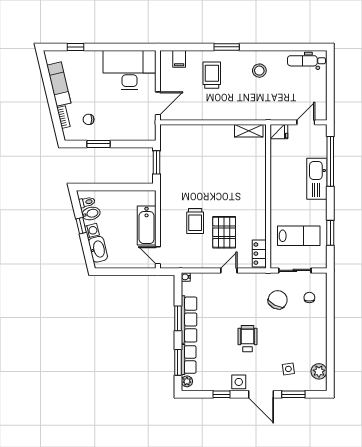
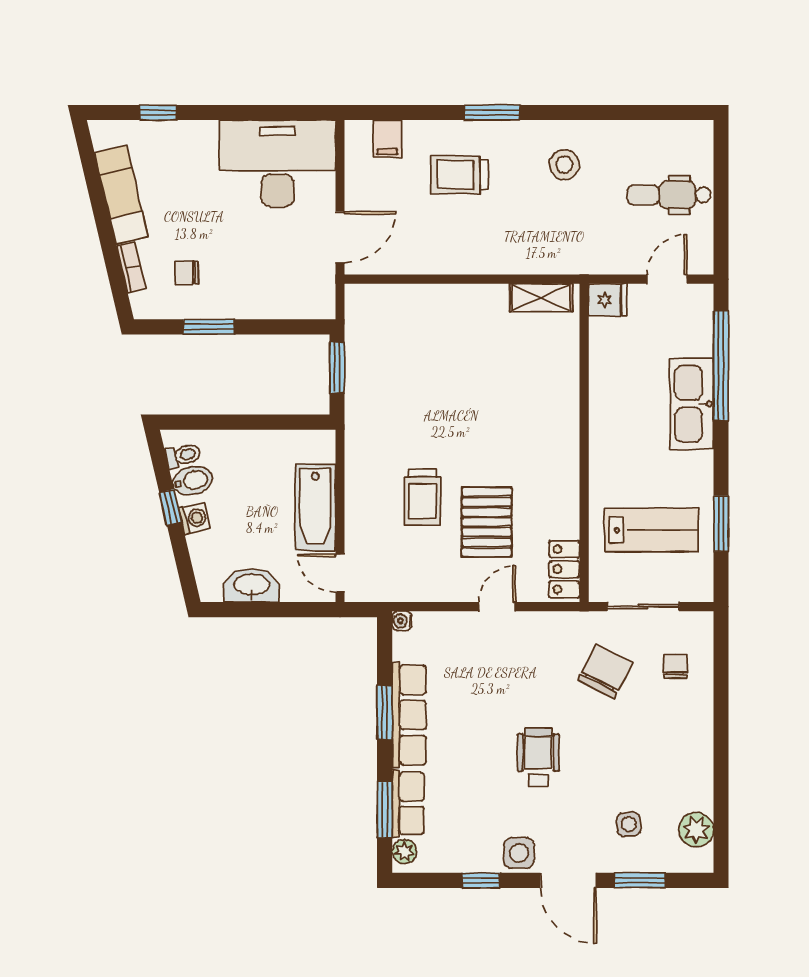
dental chair: (306, 61) -> (669, 195), moved
trolley: (212, 75) -> (459, 175), turned -90
washbasin: (98, 249) -> (252, 585), moved, turned -77

